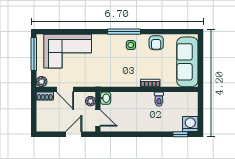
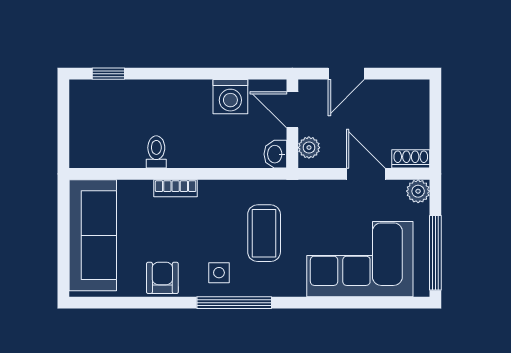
coffee table: (111, 63) -> (264, 233), added
washing machine: (190, 124) -> (230, 97), moved

